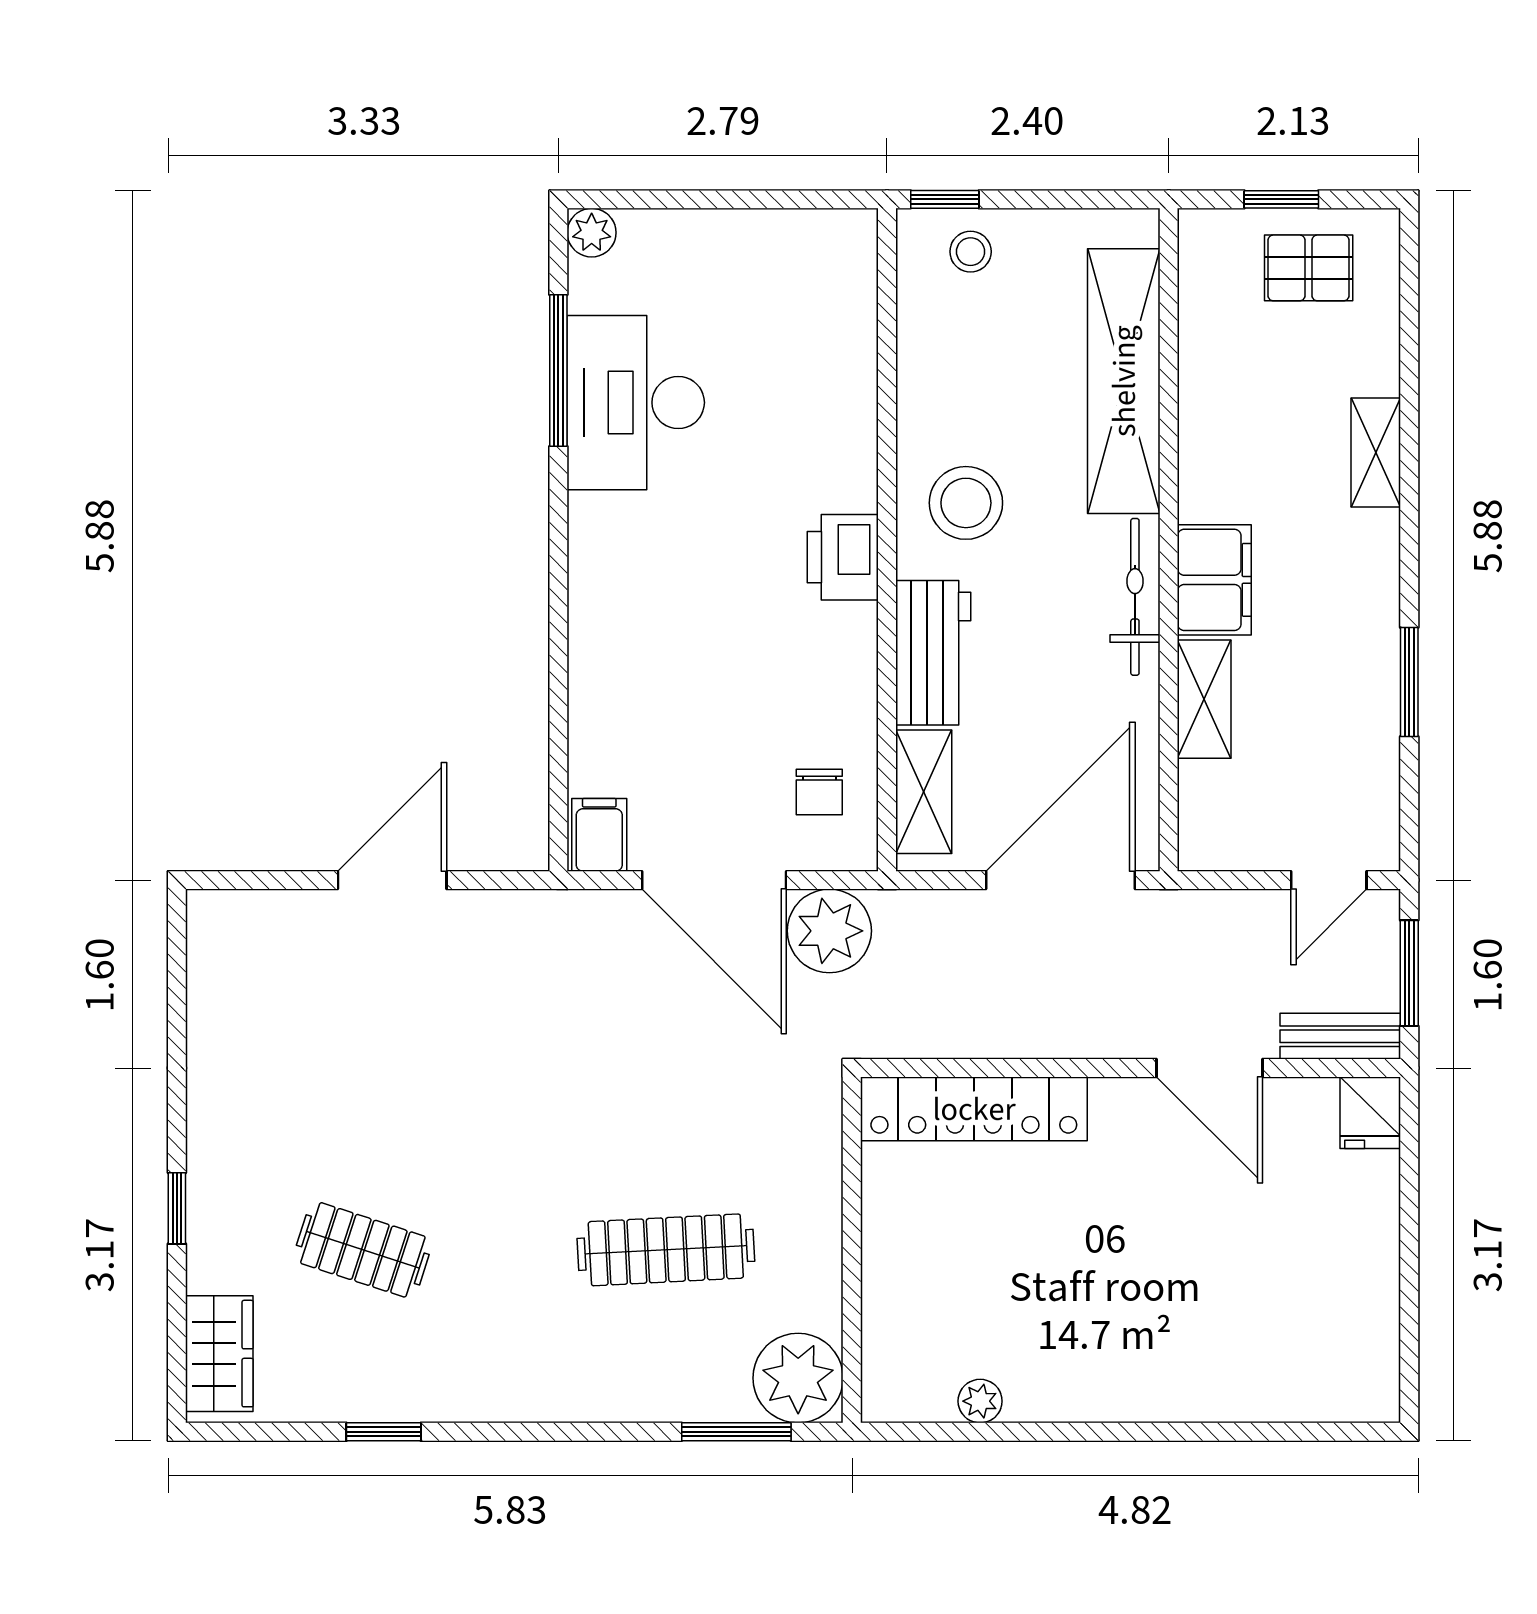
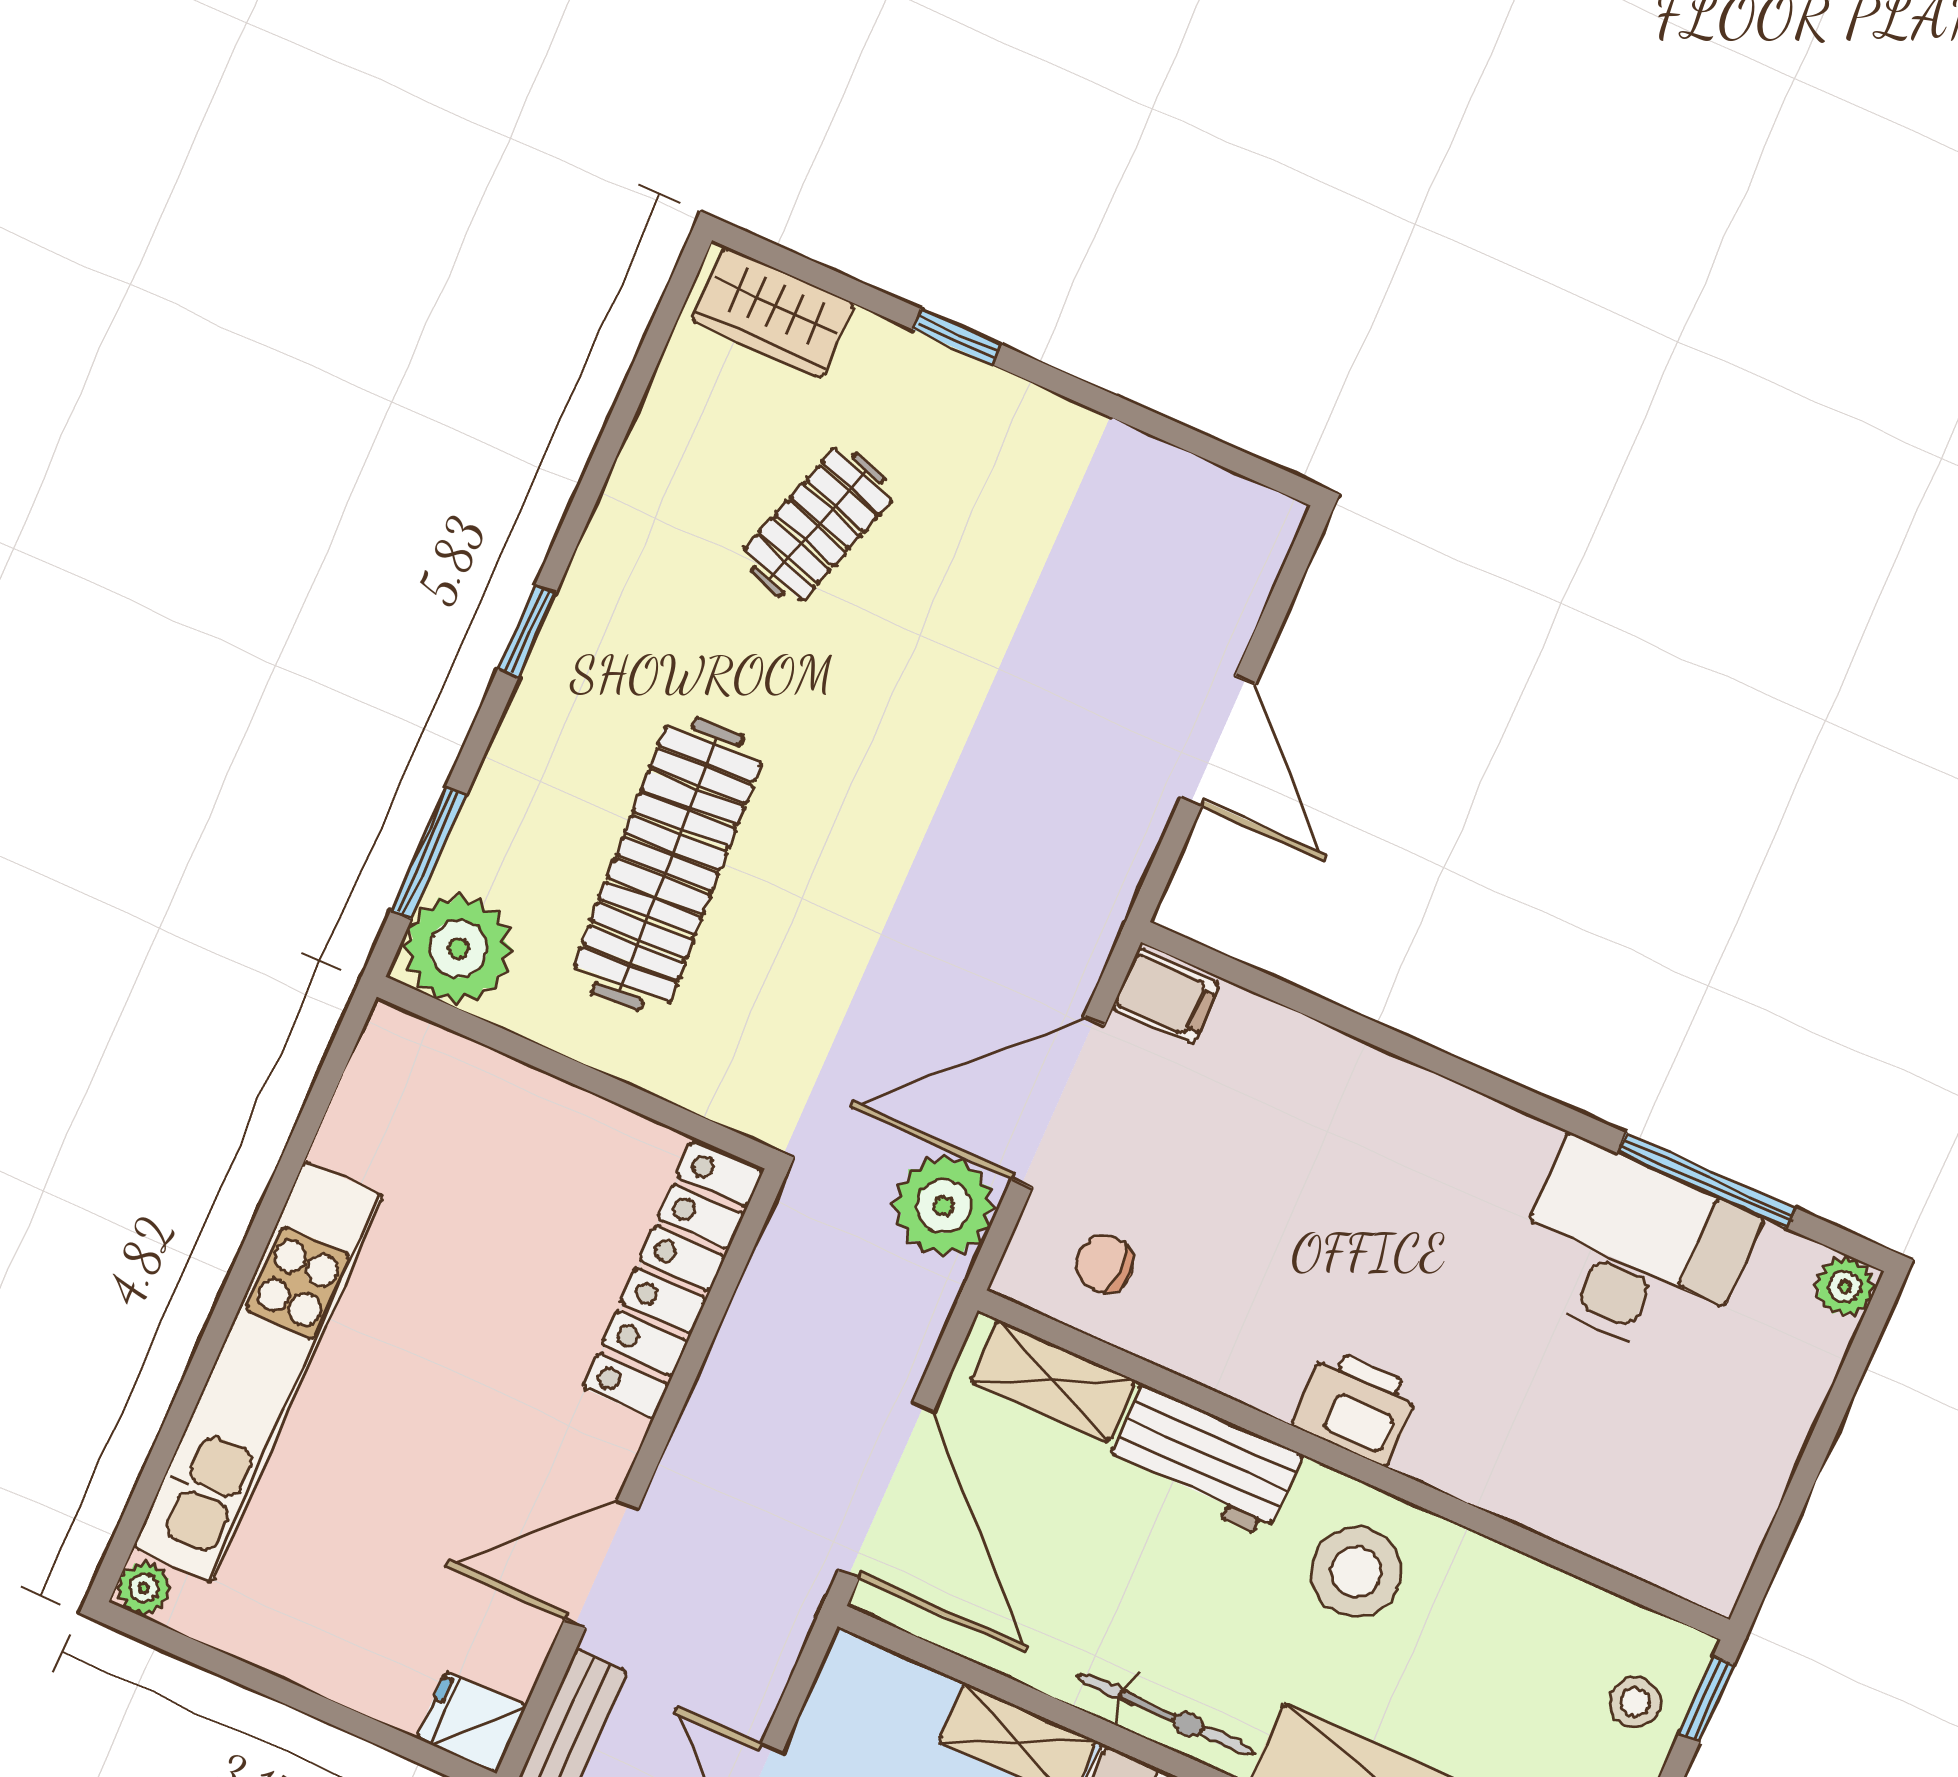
clothes rail: (666, 1250) -> (668, 864), width x1.37, depth x1.31
kitchen unit: (1179, 1387) -> (258, 1372), added
plant: (980, 1401) -> (144, 1588), moved
window: (384, 1432) -> (527, 631), moved

